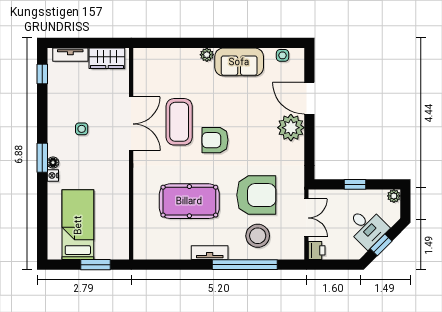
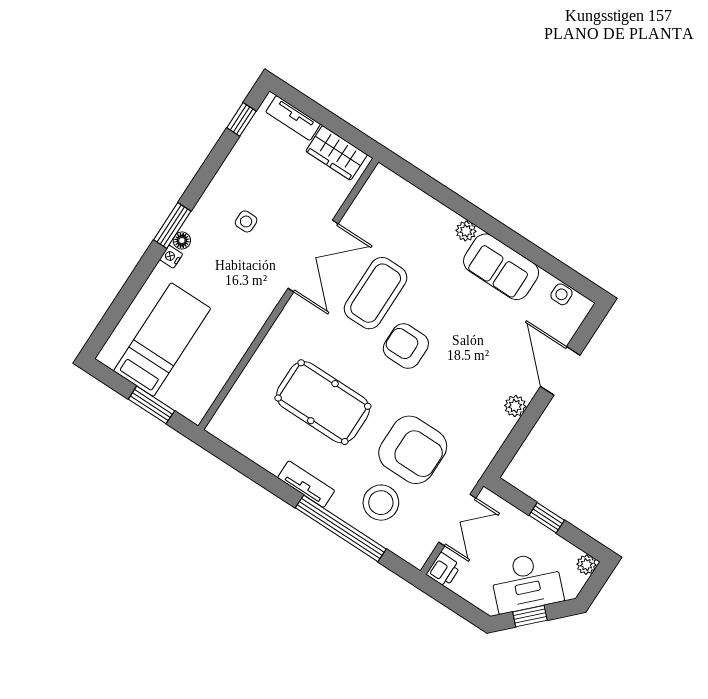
plant: (291, 128) -> (515, 406), width x0.53, depth x0.53
desk: (367, 227) -> (527, 582), width x1.37

